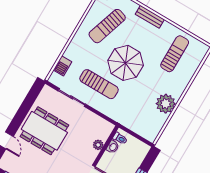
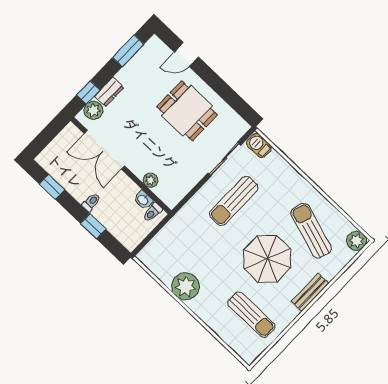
parasol: (126, 63) -> (267, 259), moved
barbecue: (63, 66) -> (259, 145), moved
dining table: (44, 131) -> (187, 111), width x0.73

